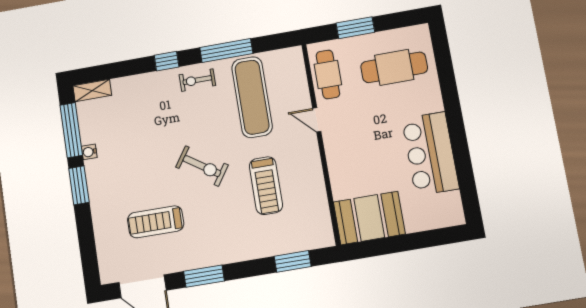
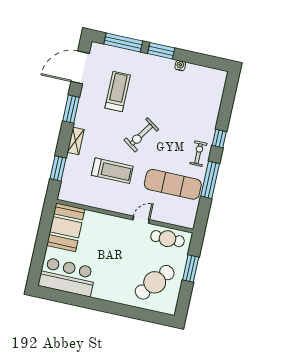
cafe table: (394, 67) -> (155, 282), turned 39
shelving: (92, 90) -> (76, 141), moved
window: (71, 130) -> (123, 42), moved
bar counter: (430, 154) -> (67, 277), moved
treadmill: (266, 186) -> (112, 171), turned 180

